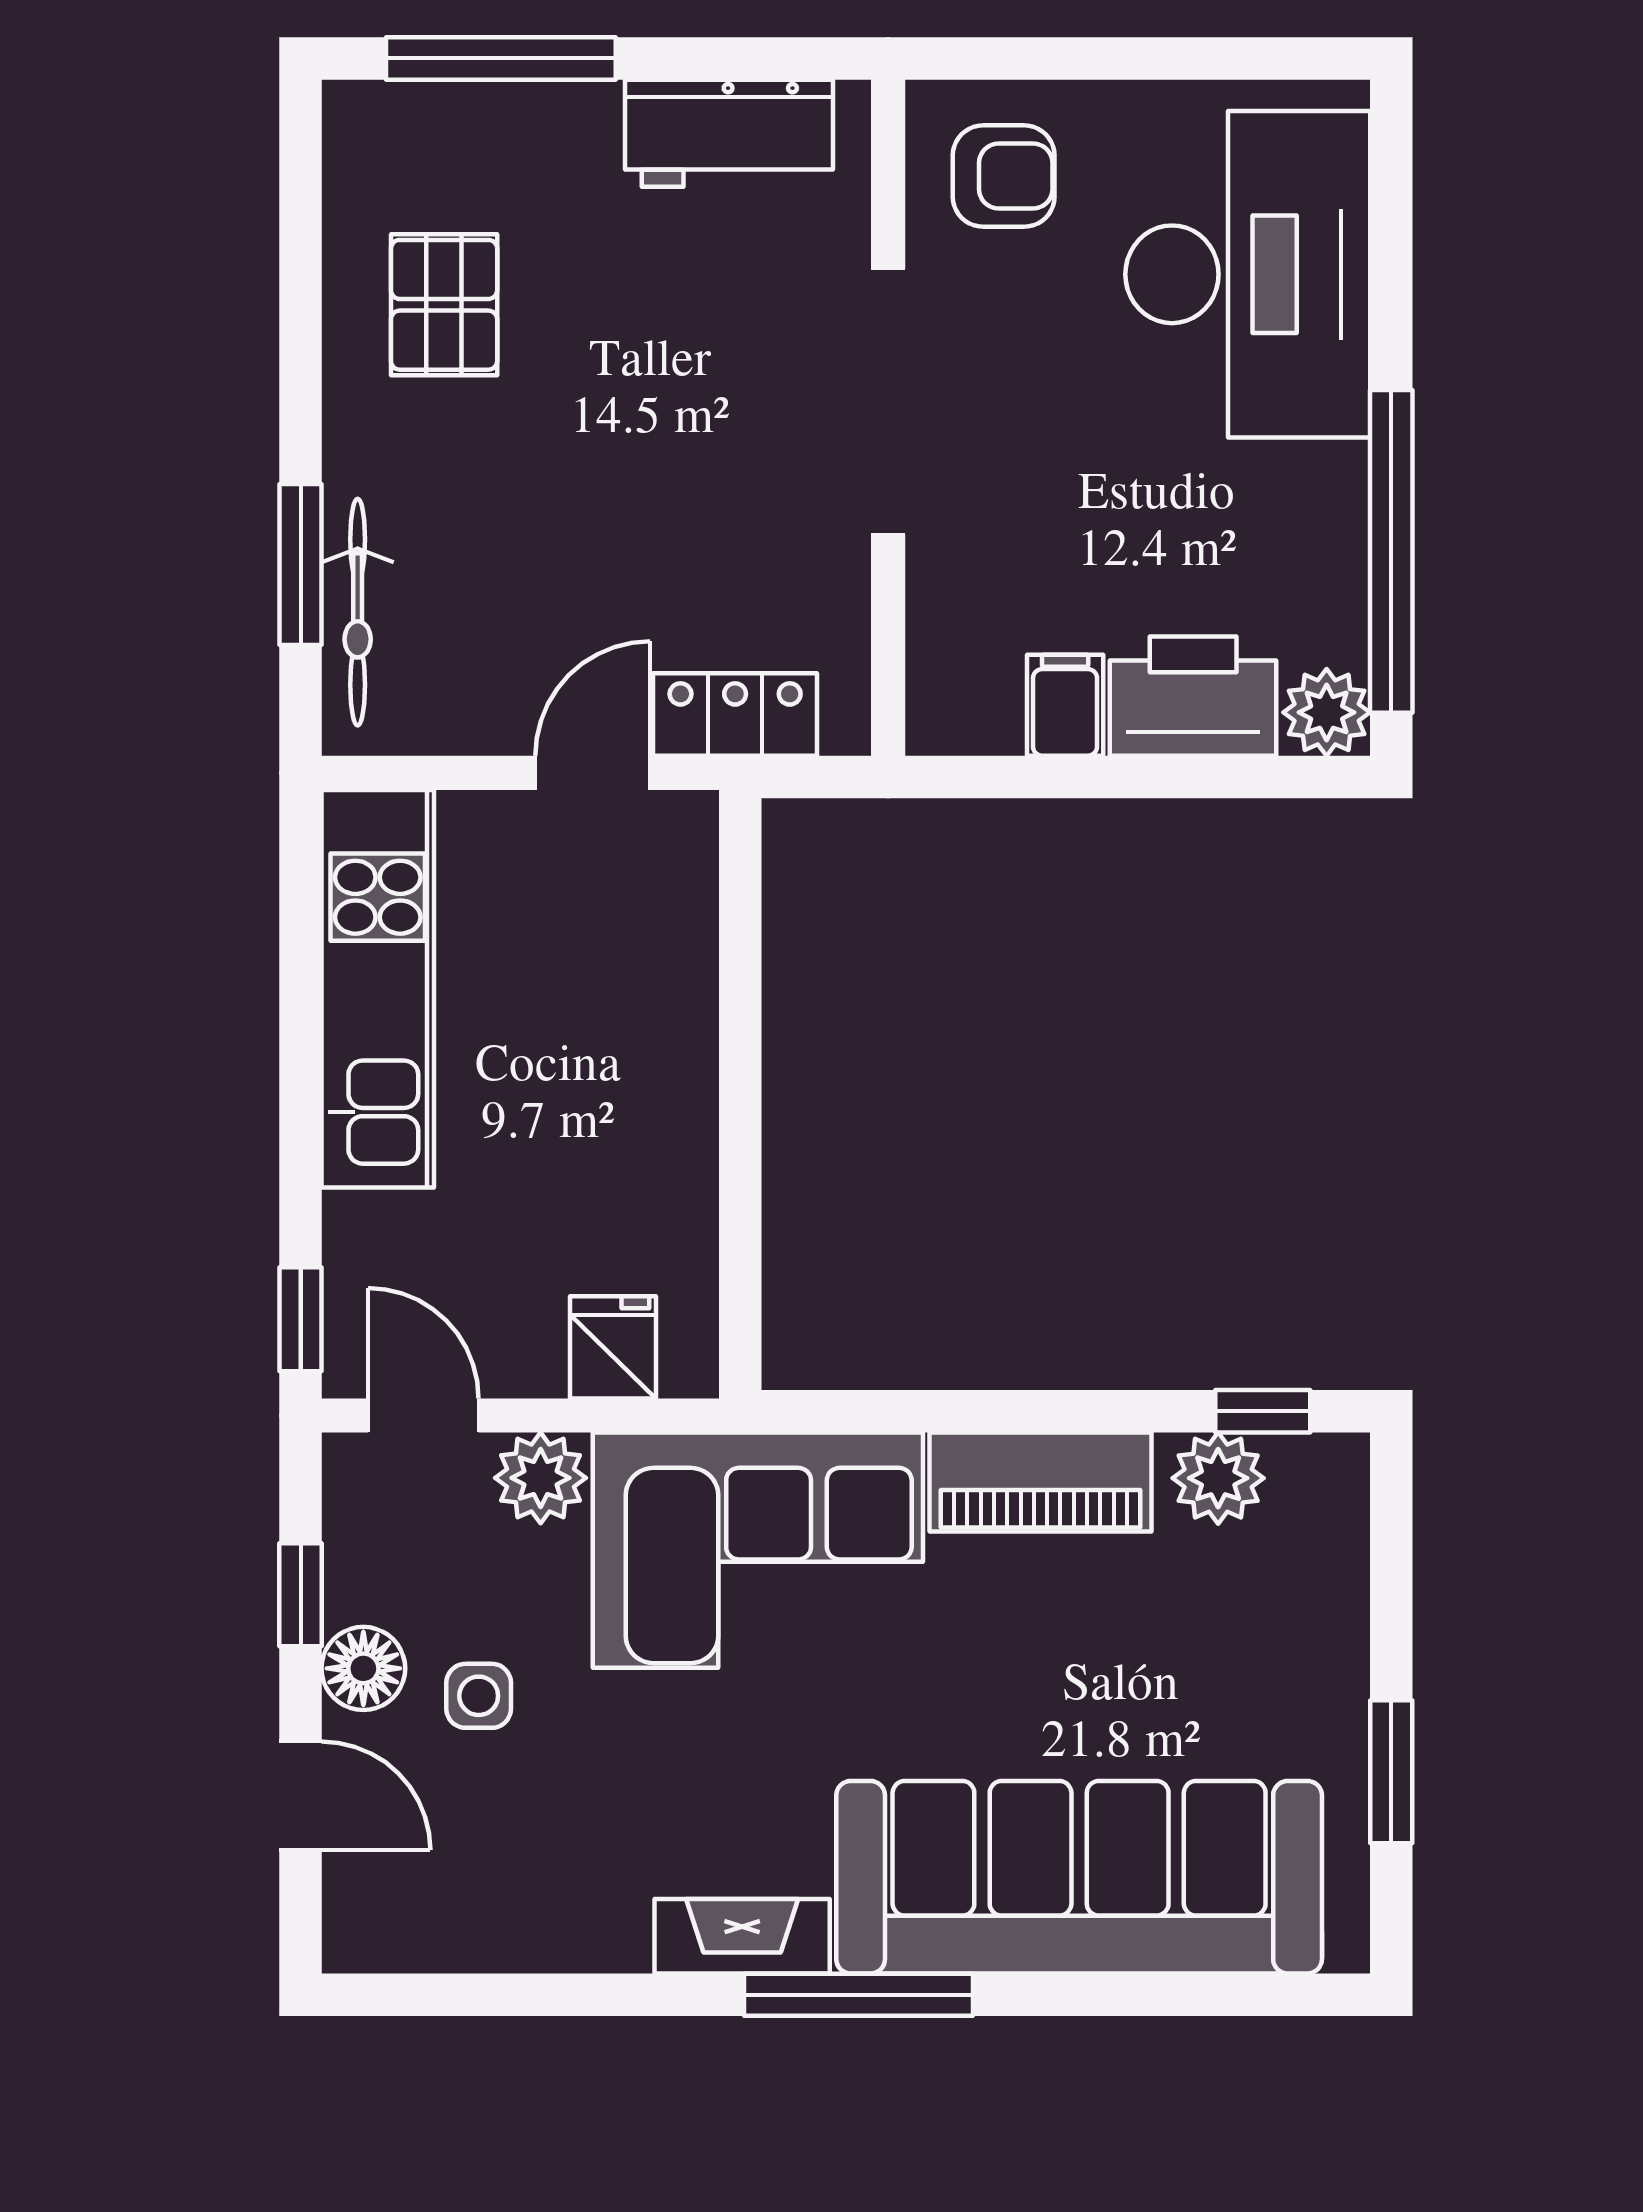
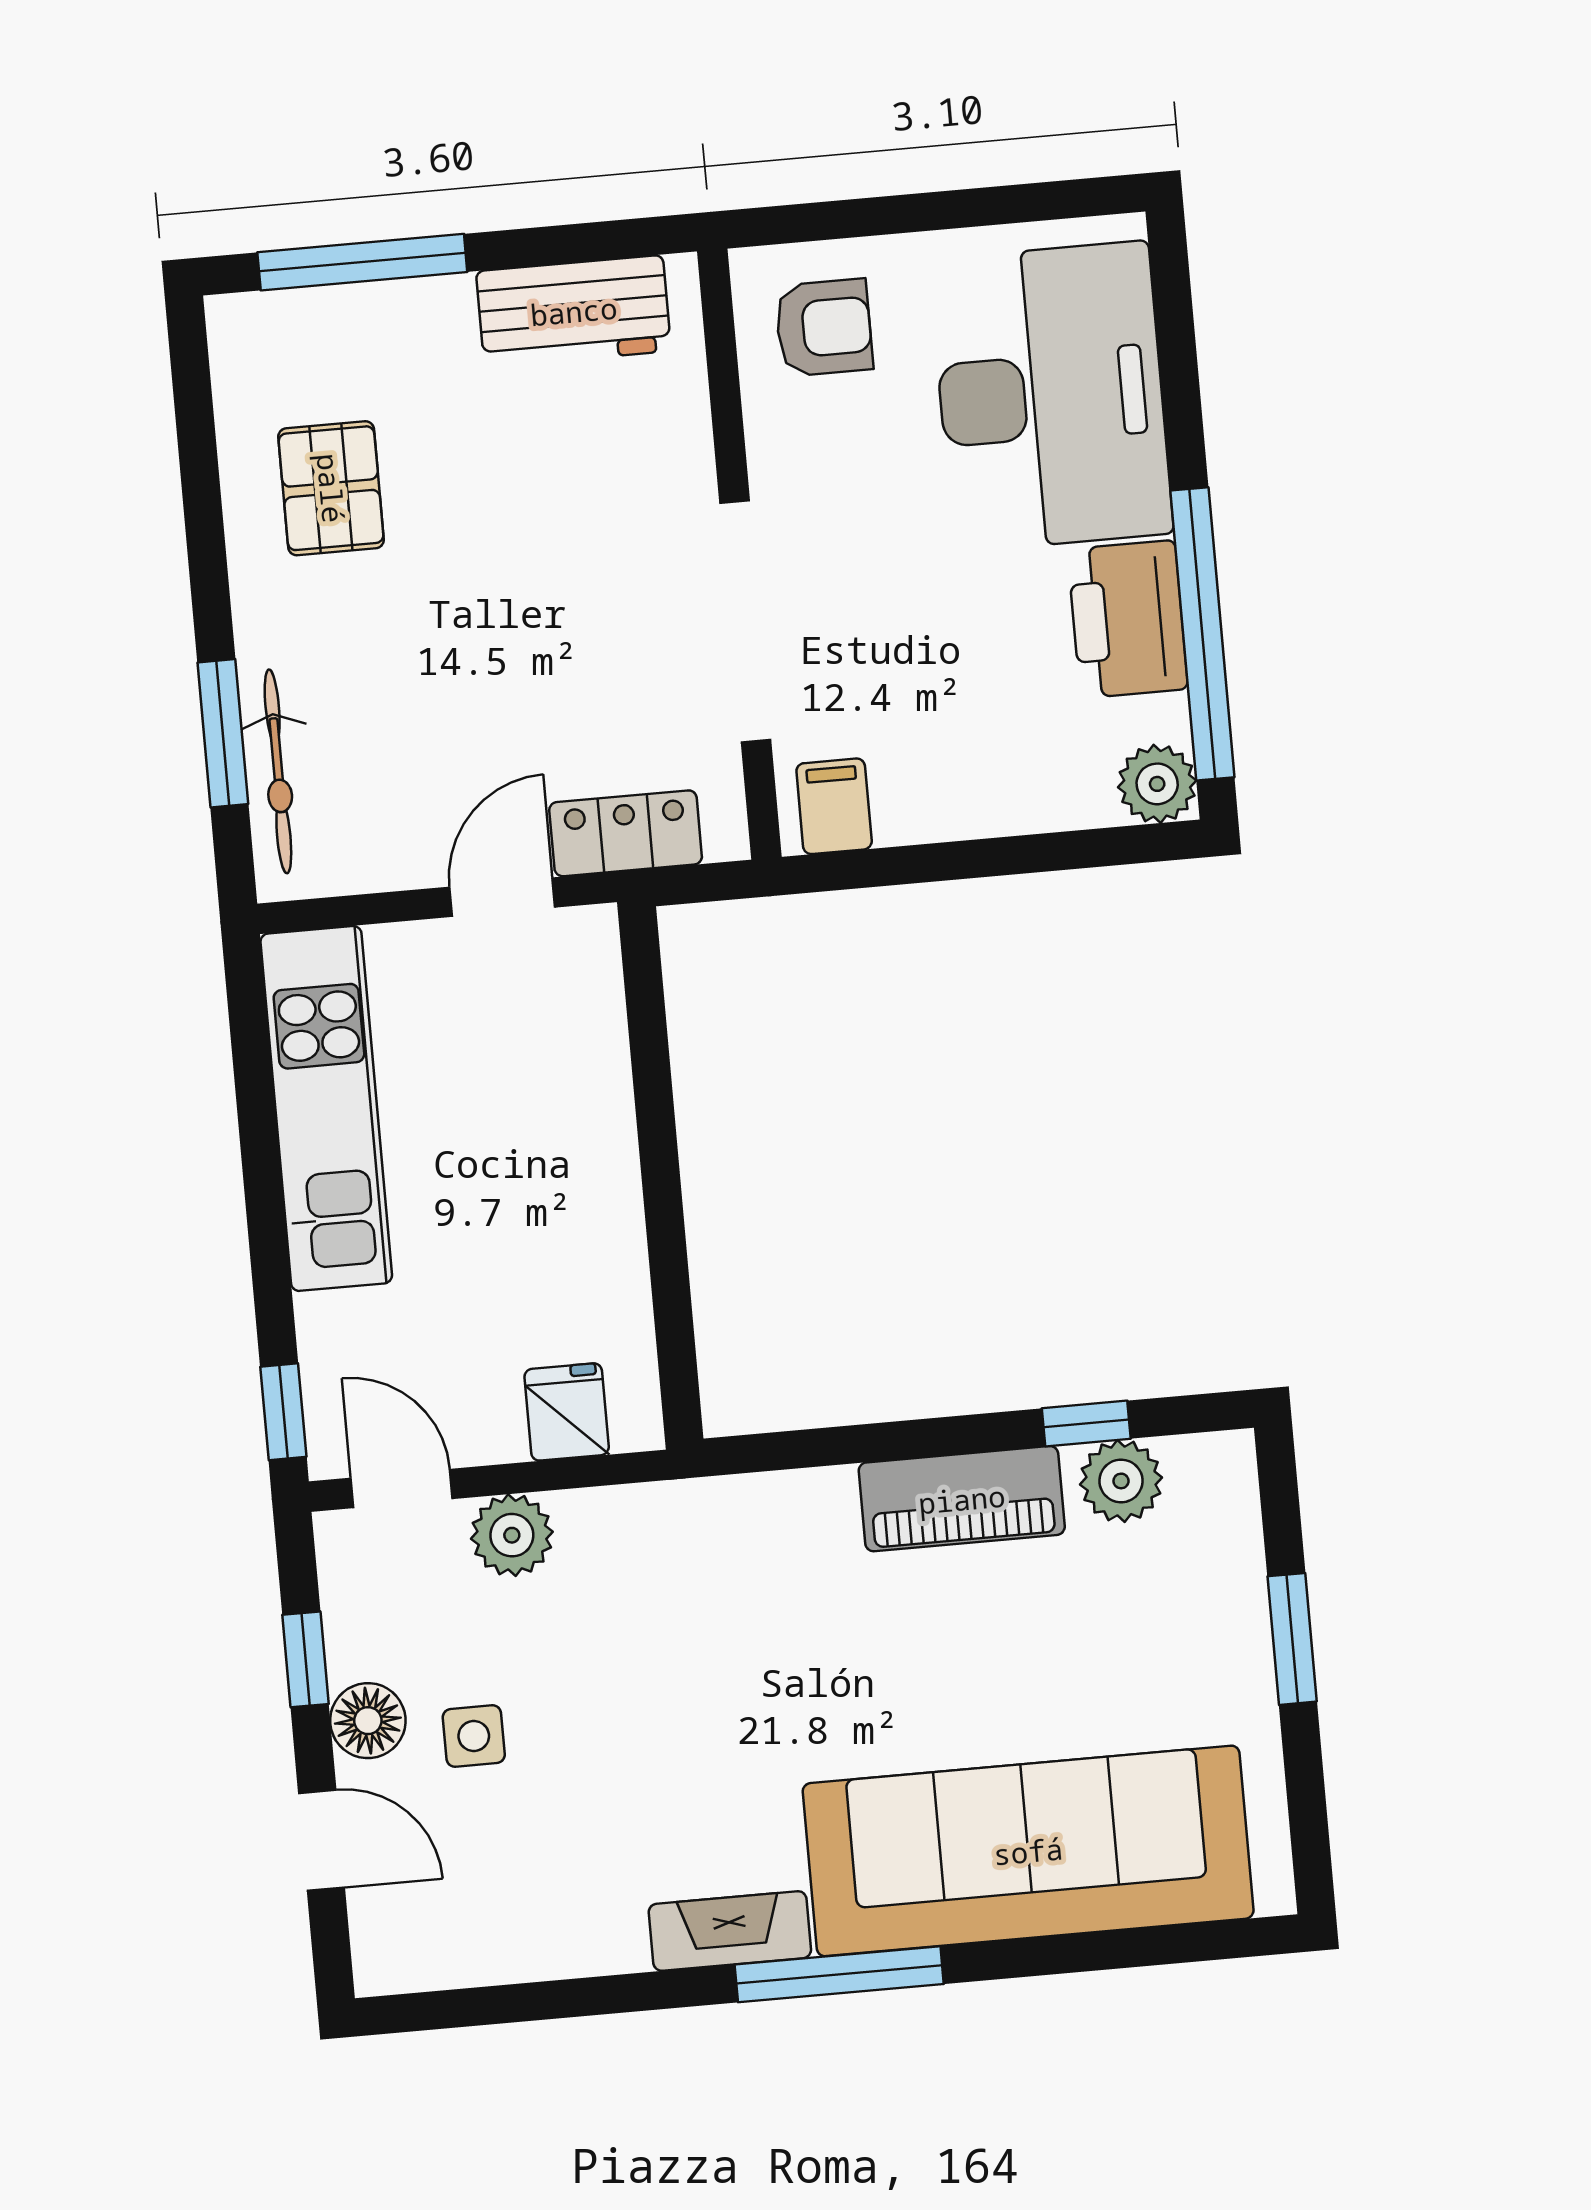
doorway: (888, 402) -> (745, 621), moved
printer: (1193, 696) -> (1128, 619), moved, turned -90
filing cabinet: (1065, 705) -> (834, 806), moved
window: (1263, 1411) -> (1086, 1423), moved
corner sofa: (758, 1550) -> (713, 1583), removed
window: (1391, 1772) -> (1292, 1639), moved

